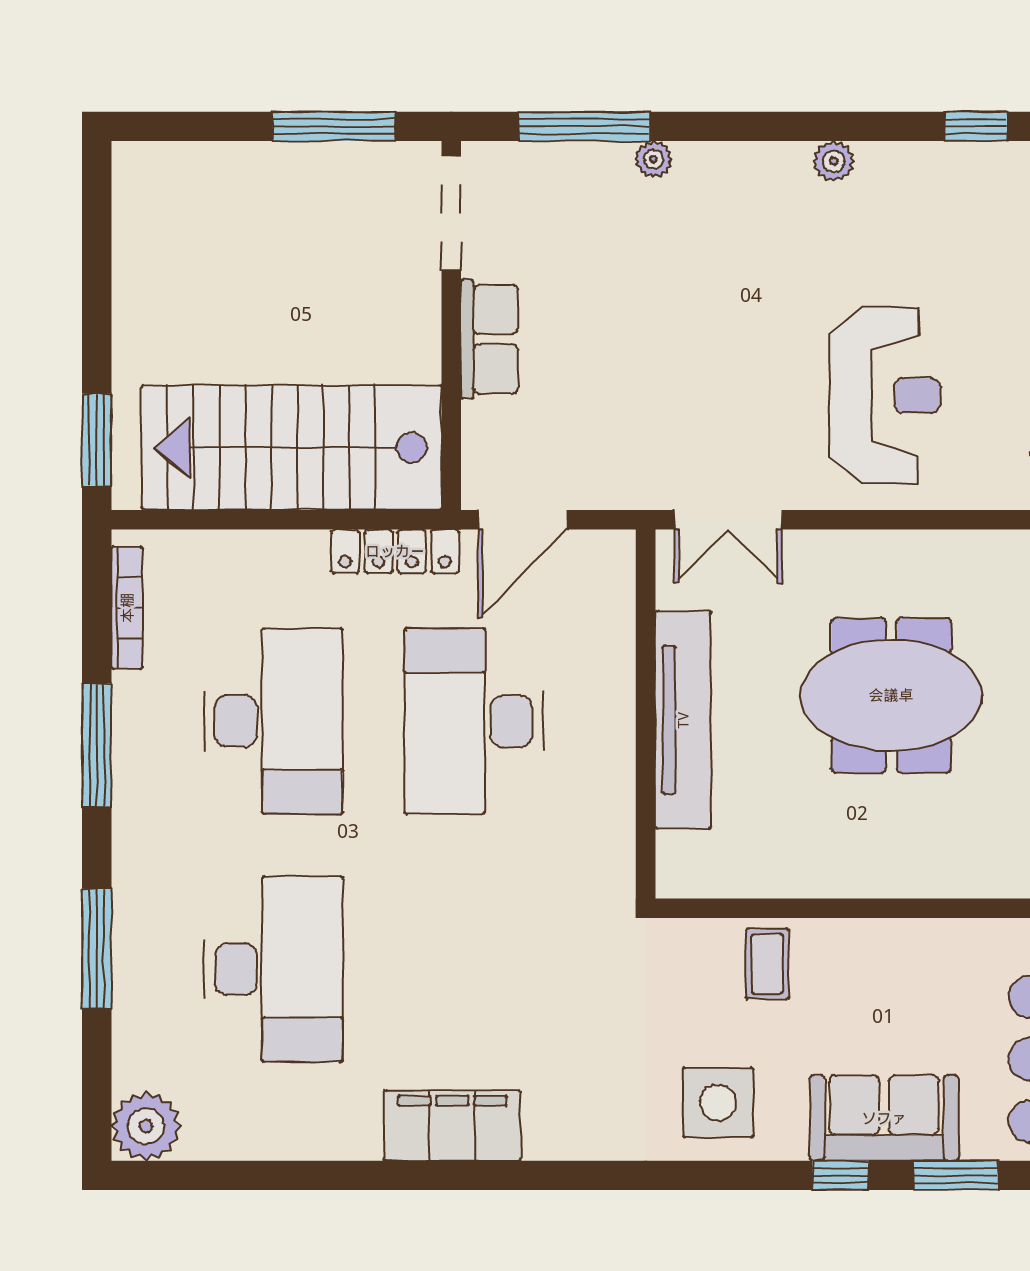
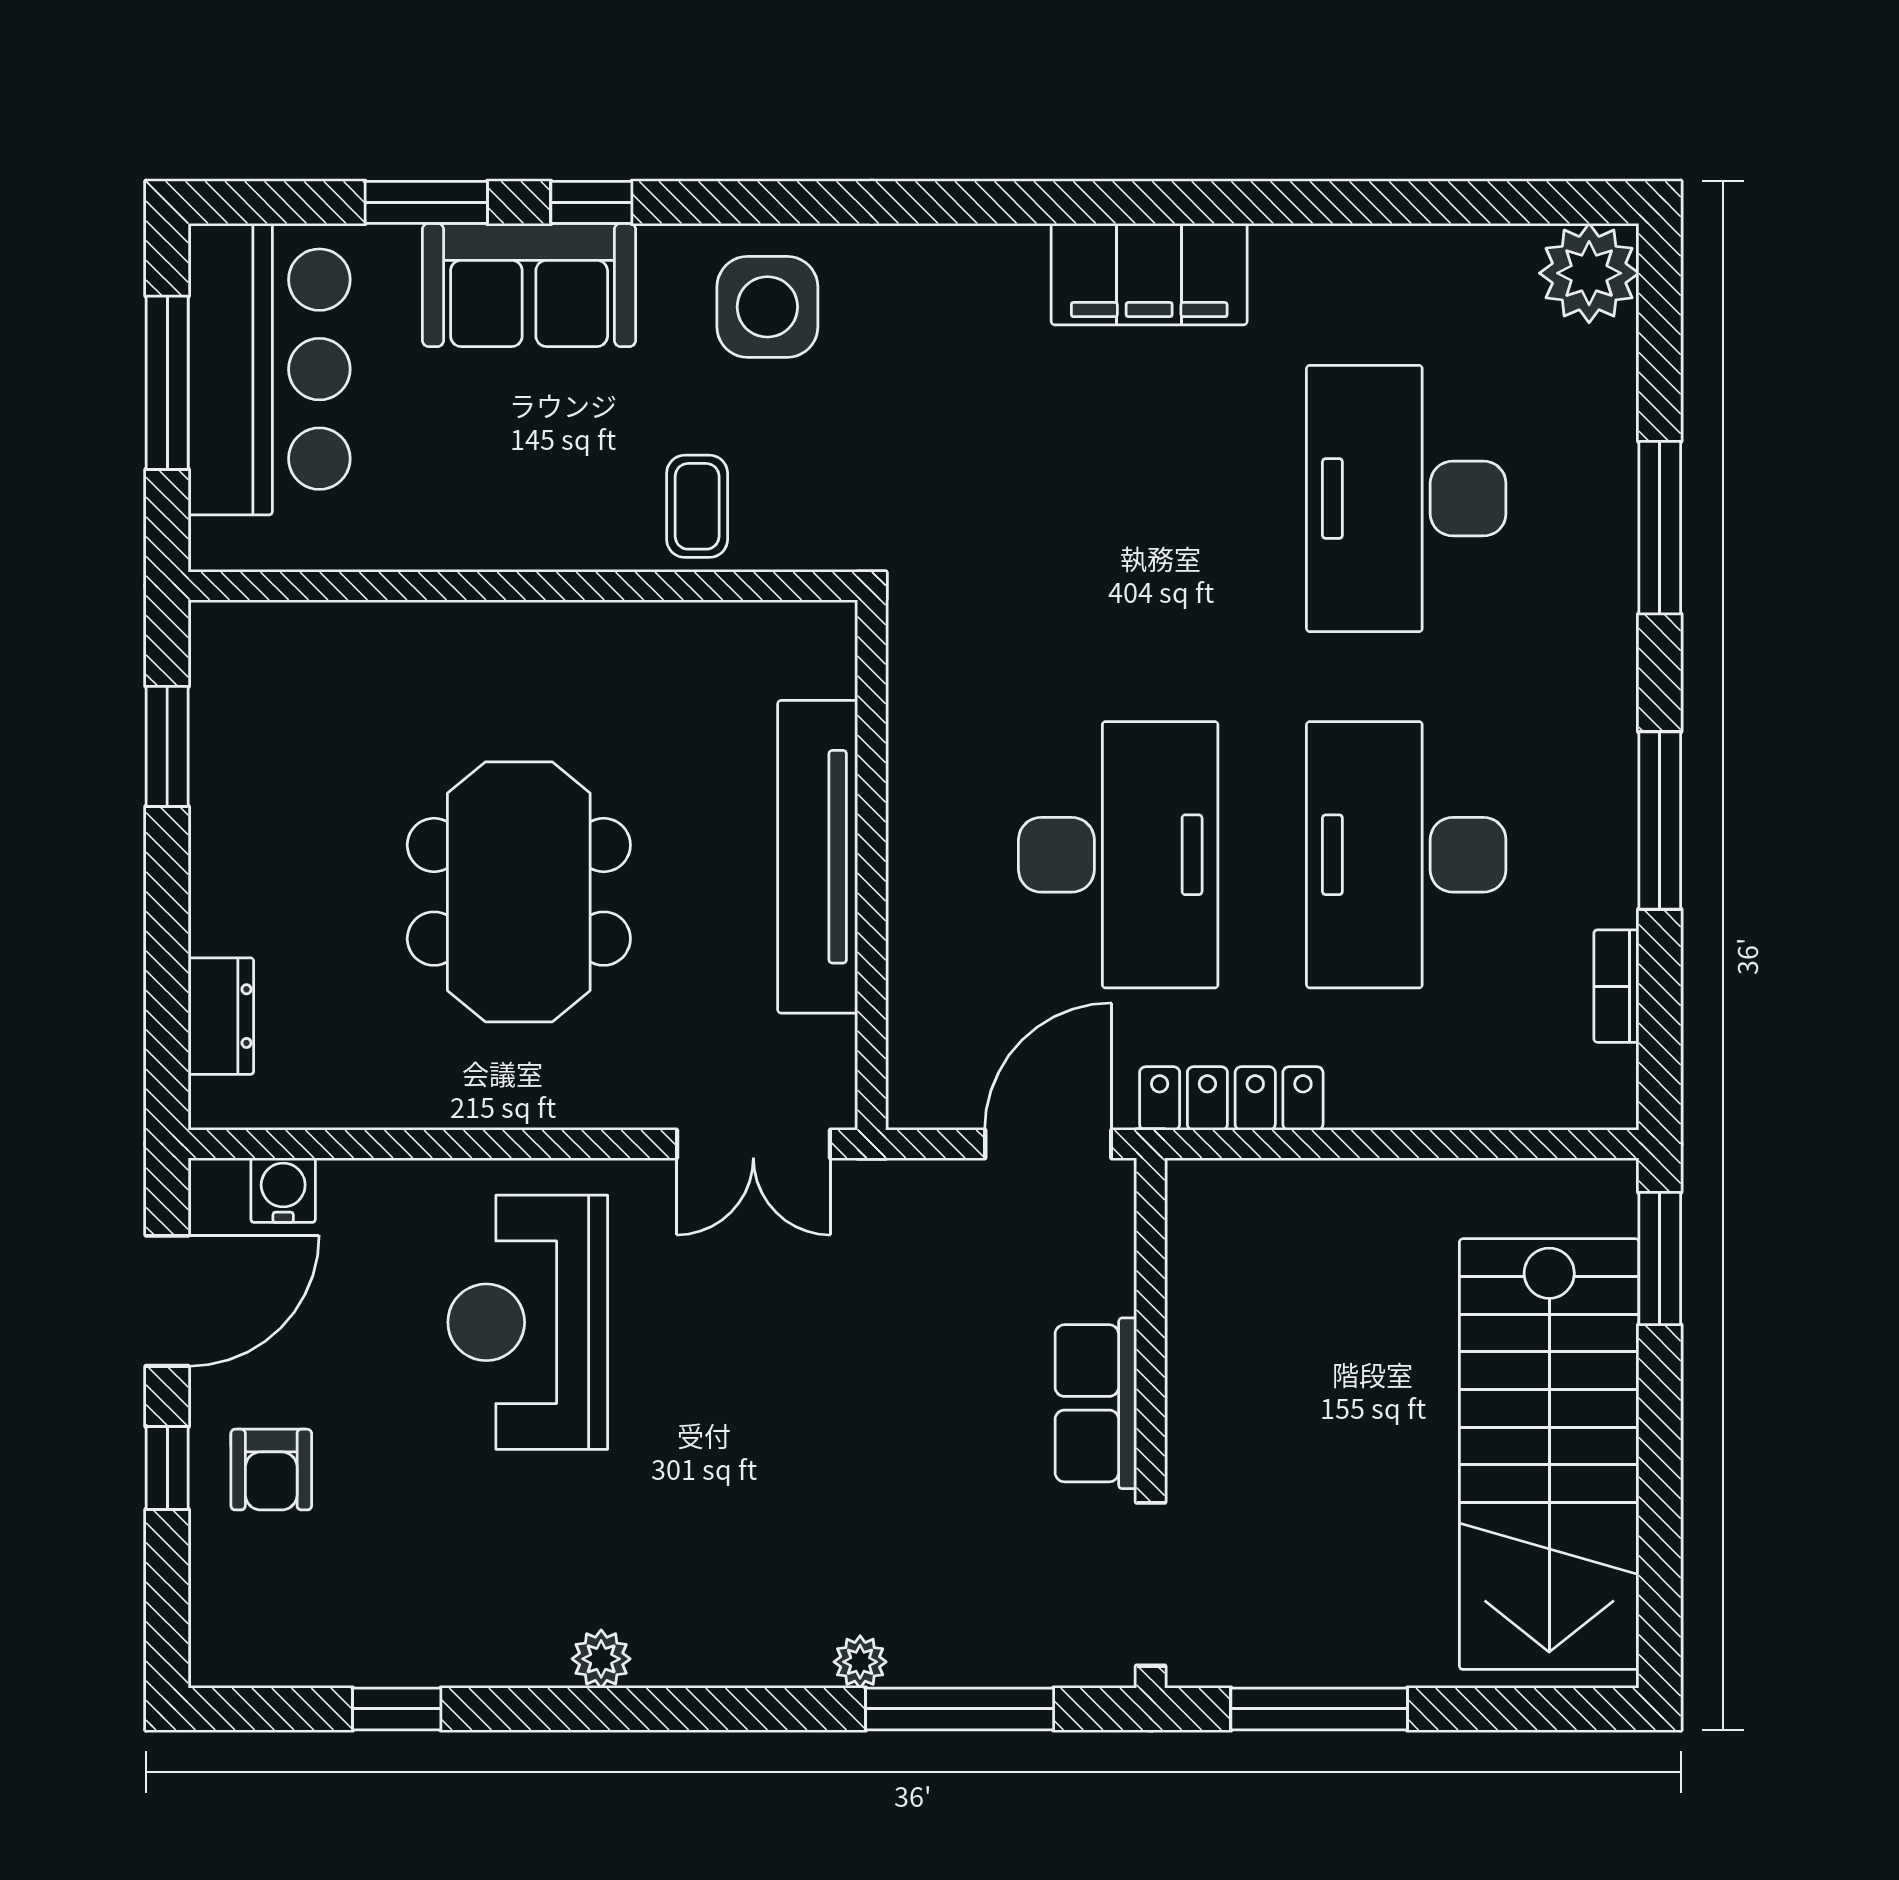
stairs: (292, 448) -> (1549, 1454), moved, turned 90
double door: (728, 520) -> (753, 1144), swing flipped
bookcase: (127, 608) -> (1616, 986), width x0.64
meeting table: (891, 695) -> (519, 892), turned 90

